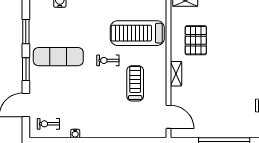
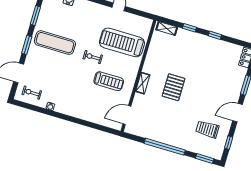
pallet: (196, 40) -> (174, 87), moved
treadmill: (135, 83) -> (109, 81), turned 90
door: (168, 117) -> (127, 115), swing flipped

